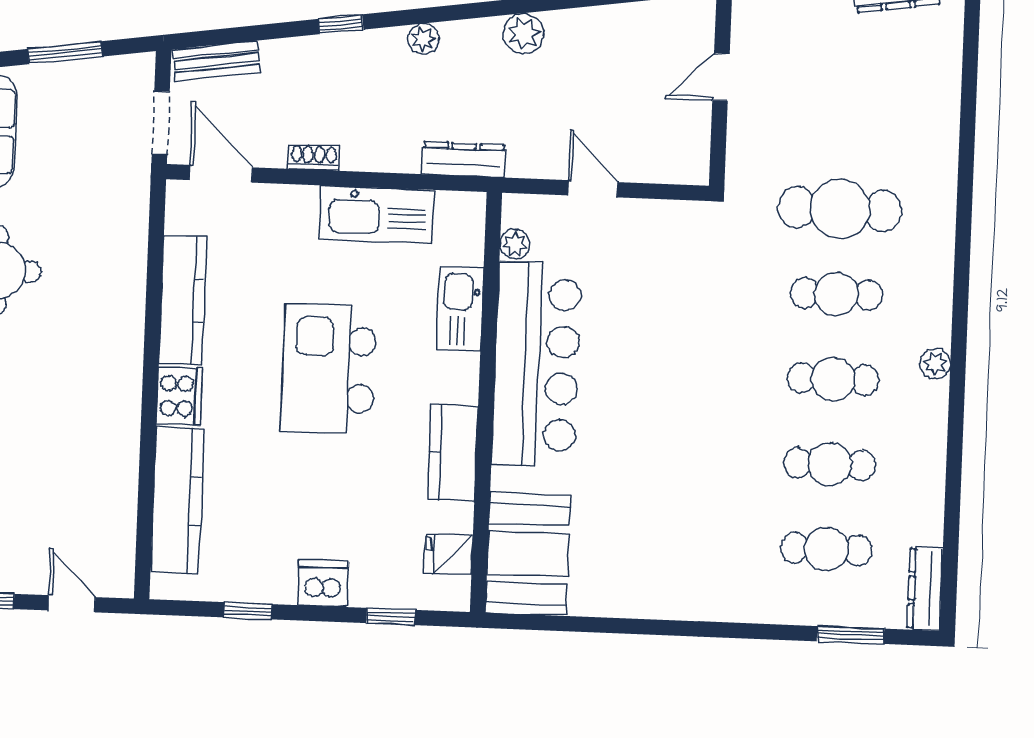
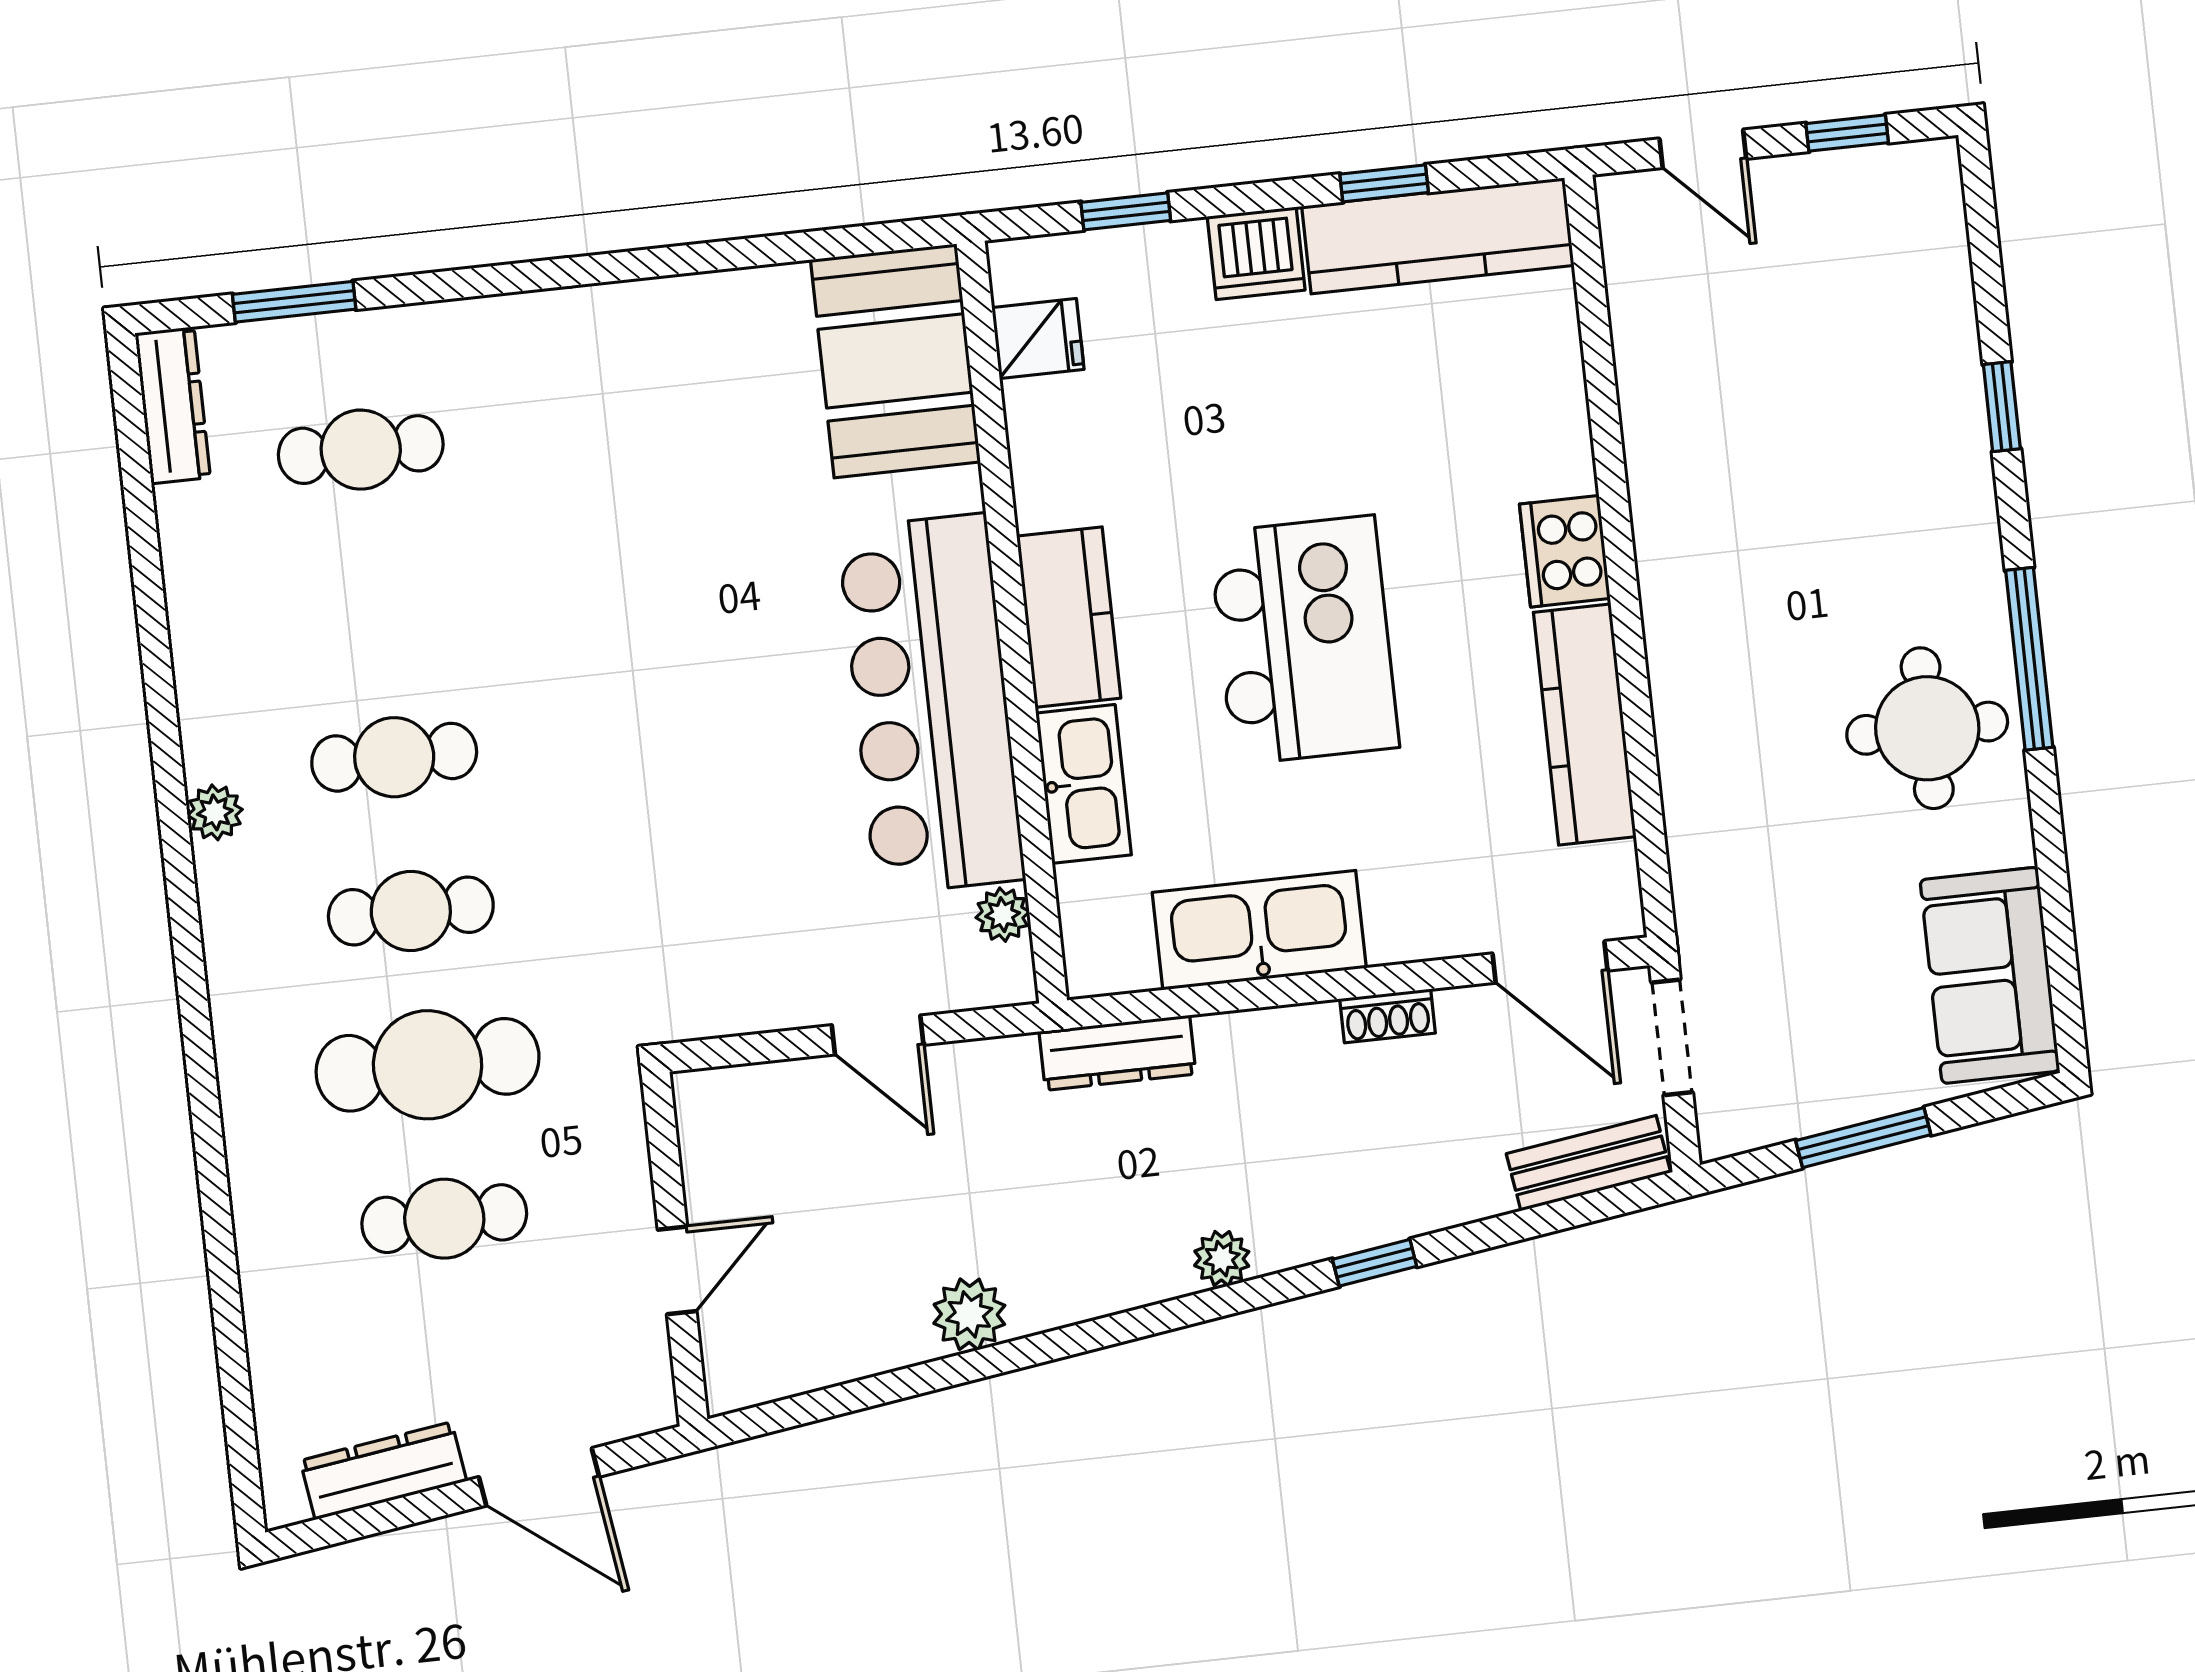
plant: (523, 34) -> (969, 1314), moved
kitchen counter: (453, 453) -> (1069, 617), moved
cafe table: (830, 464) -> (444, 1219), moved
kitchen counter: (177, 500) -> (1438, 236), moved, turned -90

